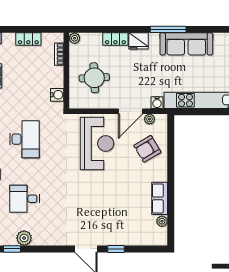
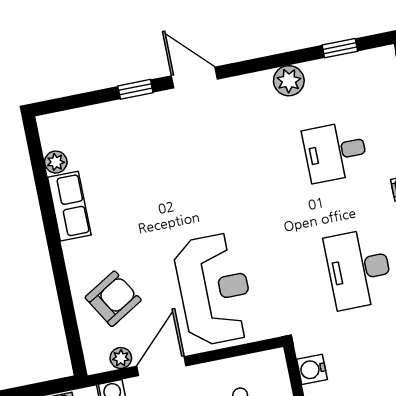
reception desk: (97, 143) -> (214, 289), turned 180
desk: (24, 199) -> (335, 152), turned 180
plant: (24, 238) -> (289, 81), moved

